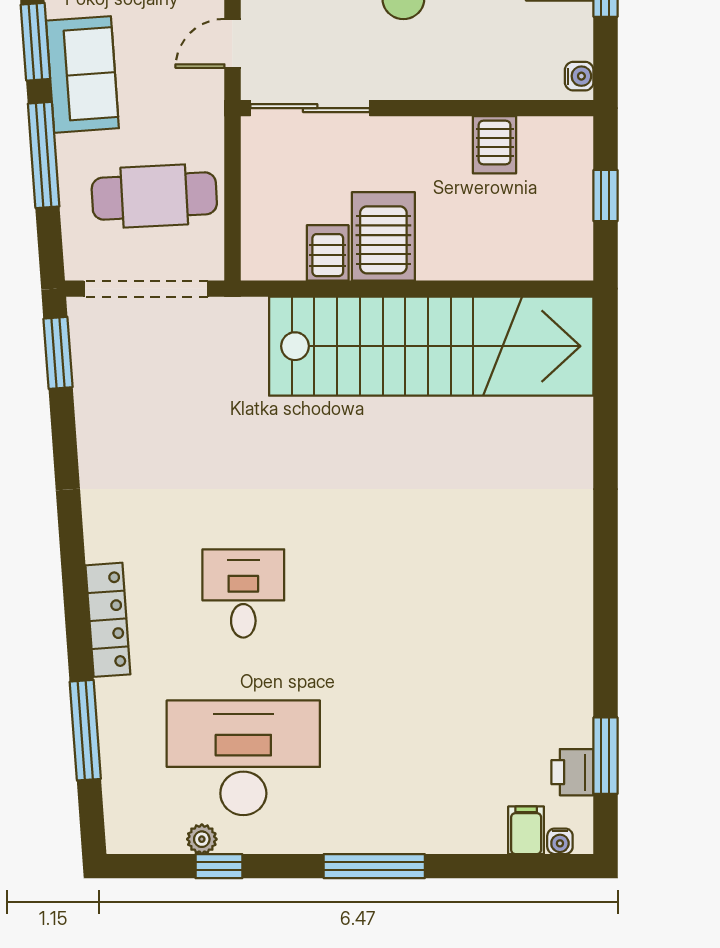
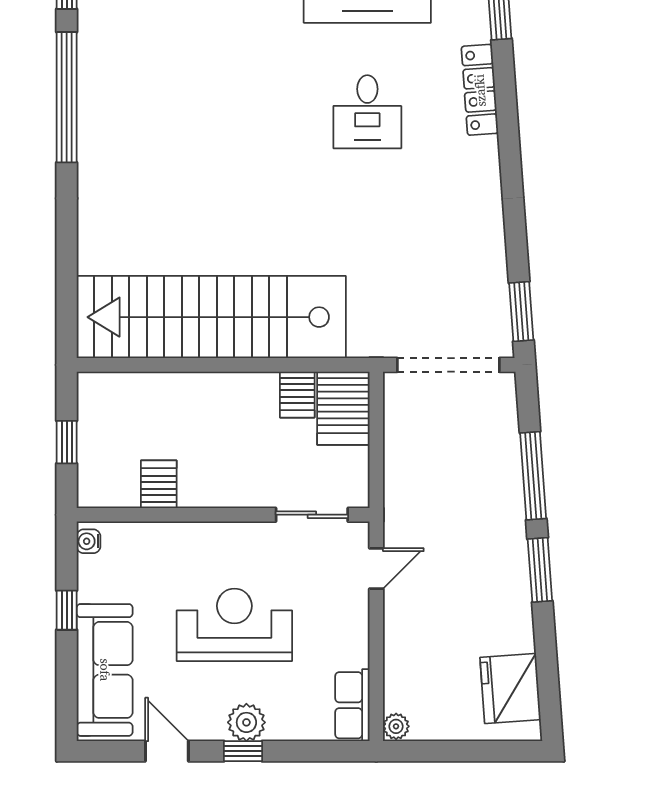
sofa: (82, 74) -> (501, 543), removed
sliding door: (310, 108) -> (312, 515), width x0.73
cafe table: (154, 196) -> (441, 442), removed
server rack: (383, 236) -> (343, 408), moved
window: (605, 611) -> (67, 97), added

